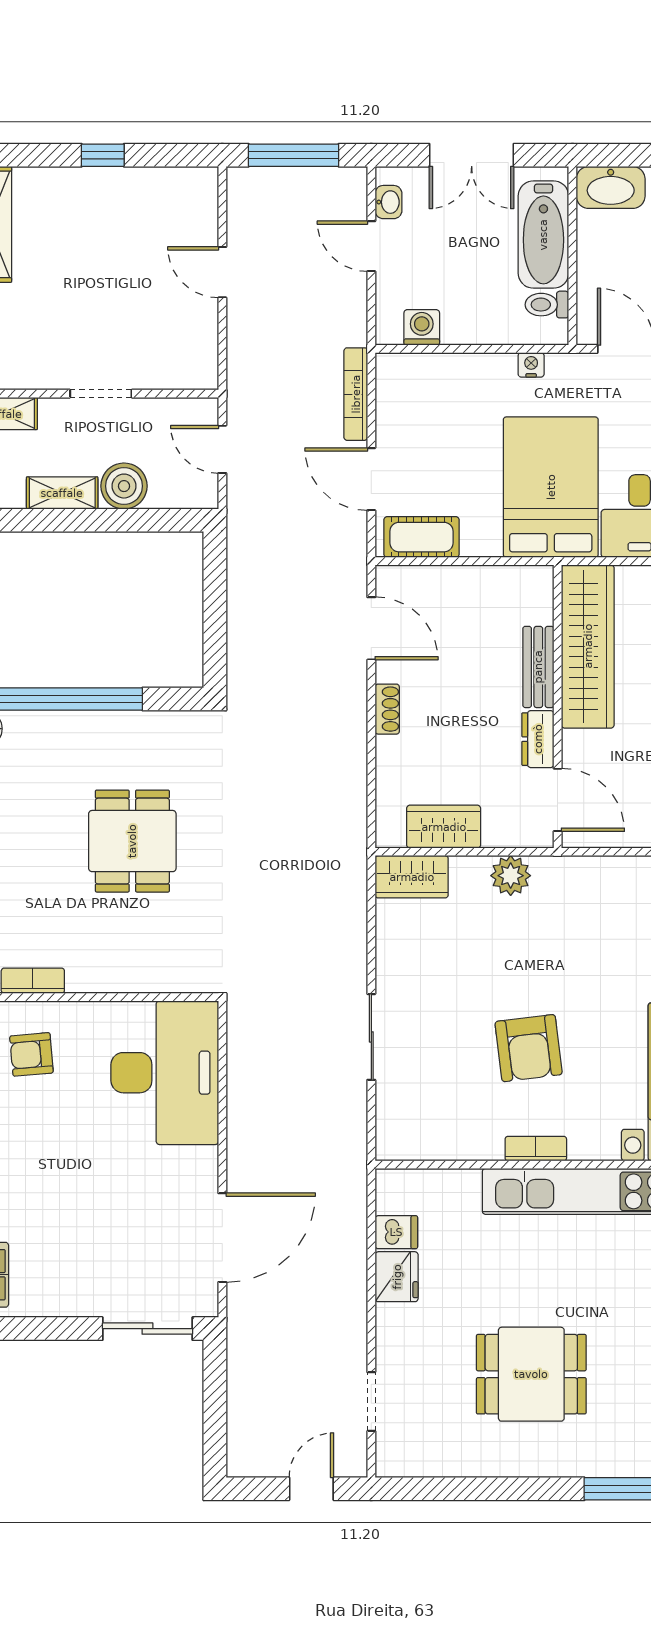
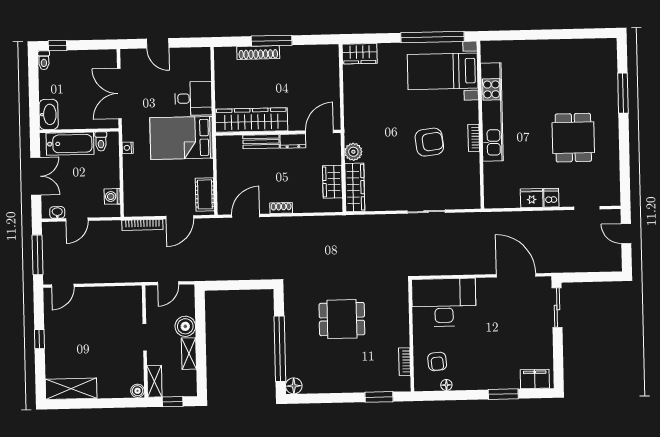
door: (222, 272) -> (63, 286), moved
wardrobe: (412, 877) -> (355, 187), width x1.50
dishwasher: (396, 1232) -> (551, 198), moved

